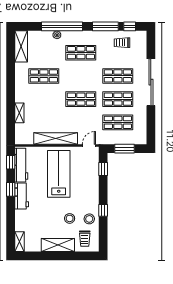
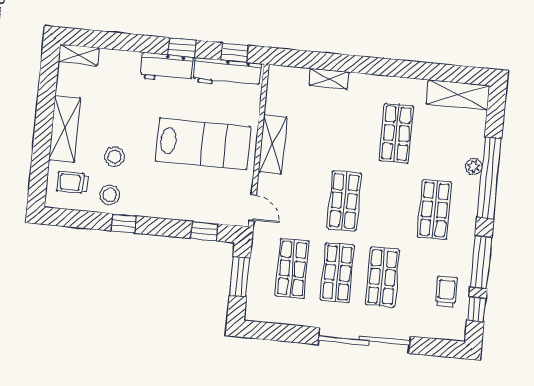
shelving: (56, 138) -> (272, 145), width x0.68

